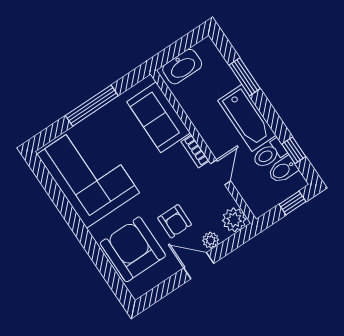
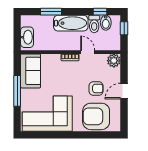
sofa: (159, 117) -> (31, 71), moved, turned -90
plant: (211, 240) -> (116, 78), removed

